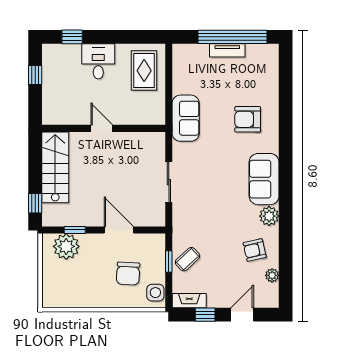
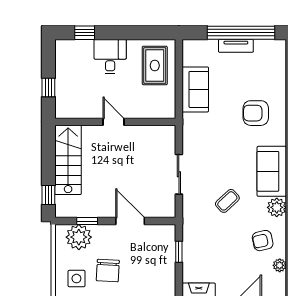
window: (35, 75) -> (48, 88), moved
sofa: (186, 118) -> (195, 89), moved
coffee table: (188, 259) -> (227, 201), moved
chair: (128, 274) -> (108, 271), moved
side table: (155, 293) -> (76, 279), moved

